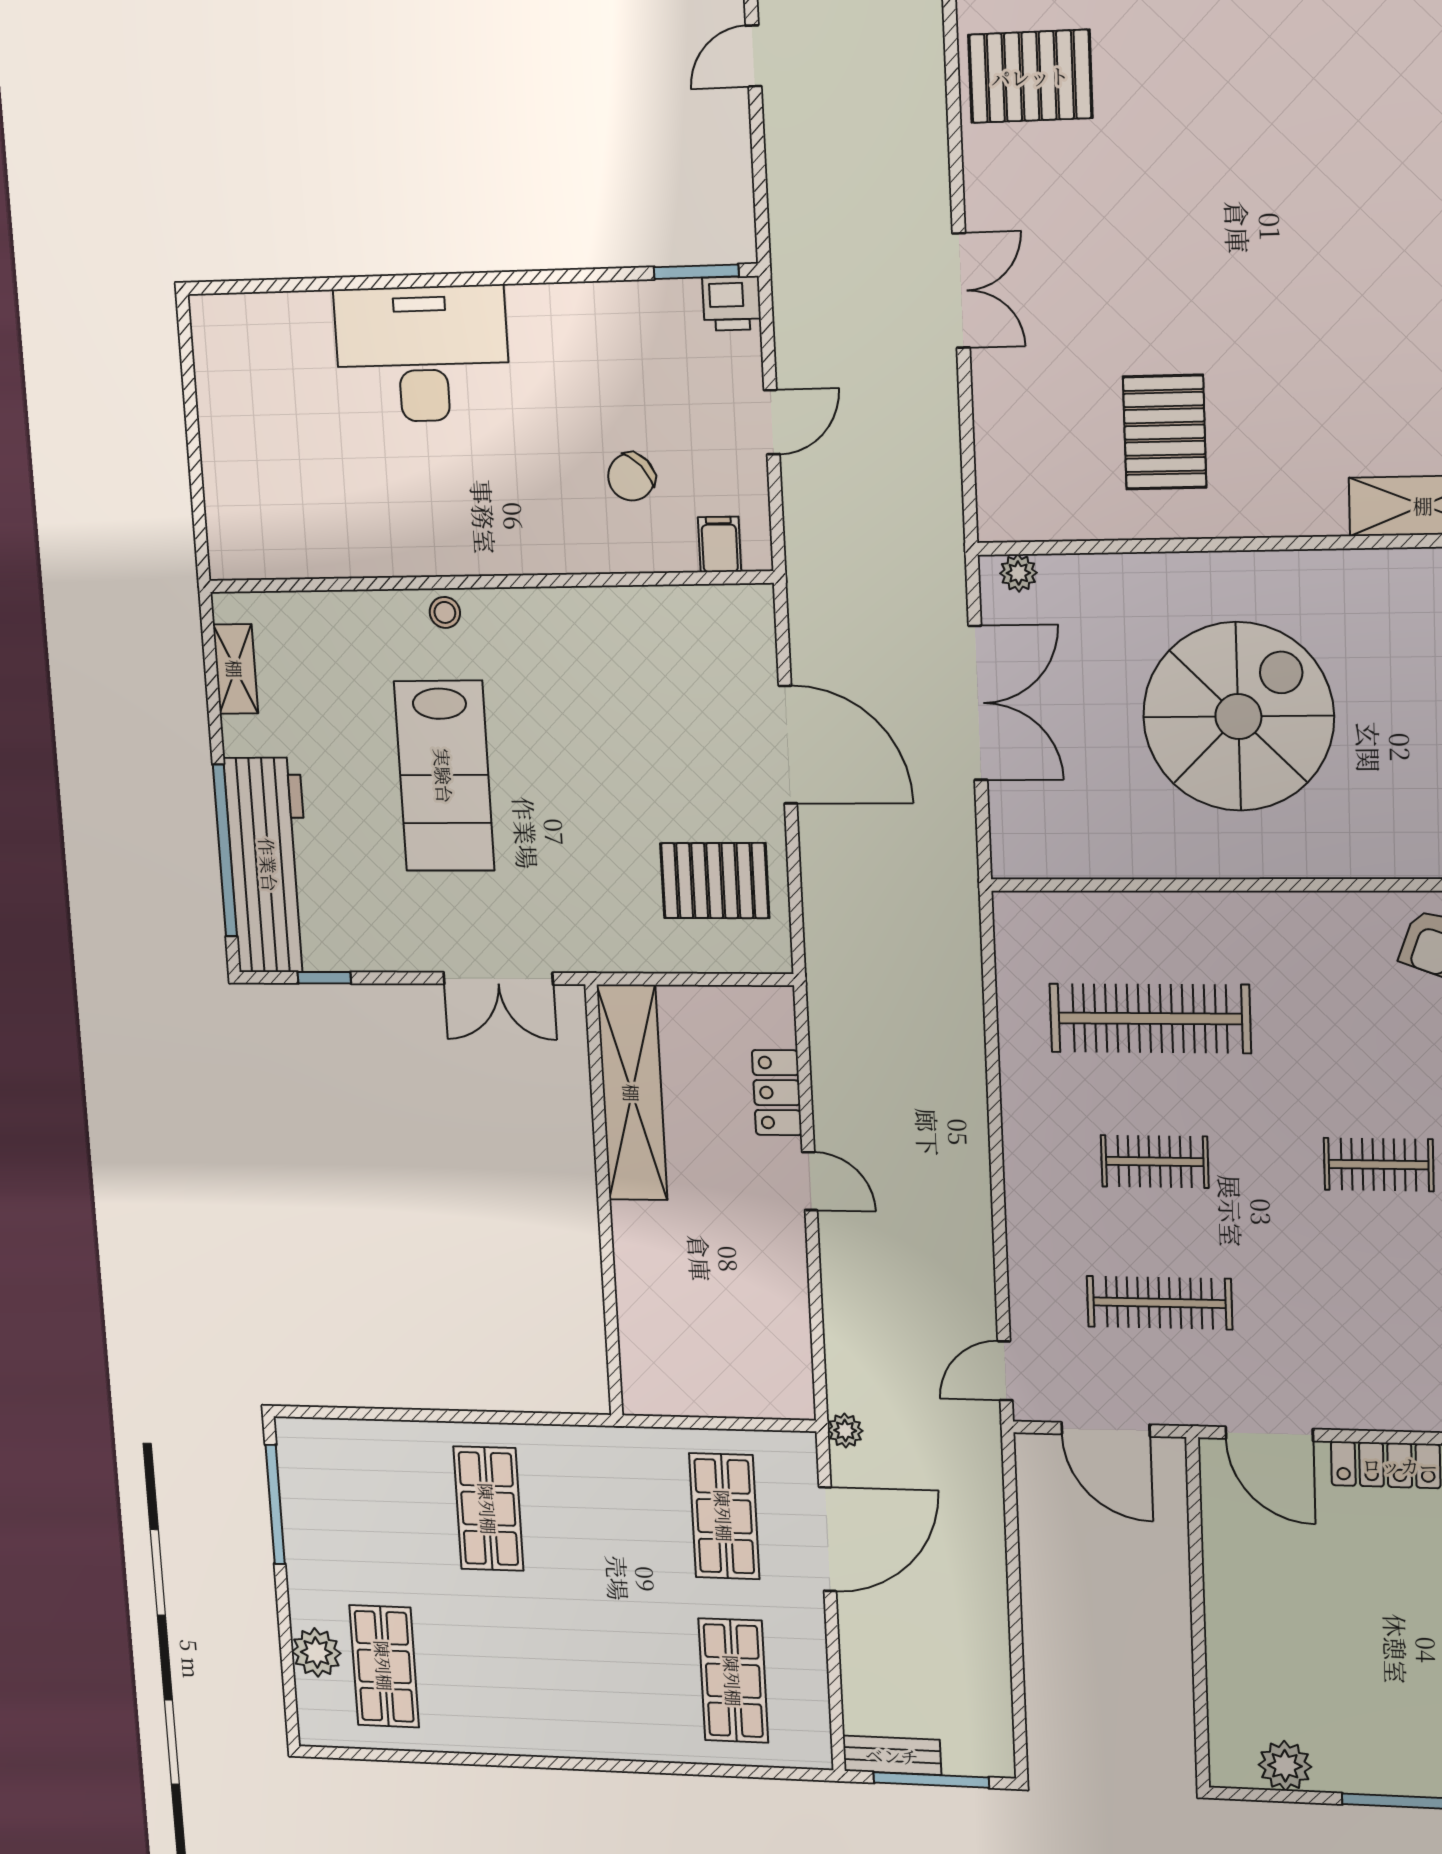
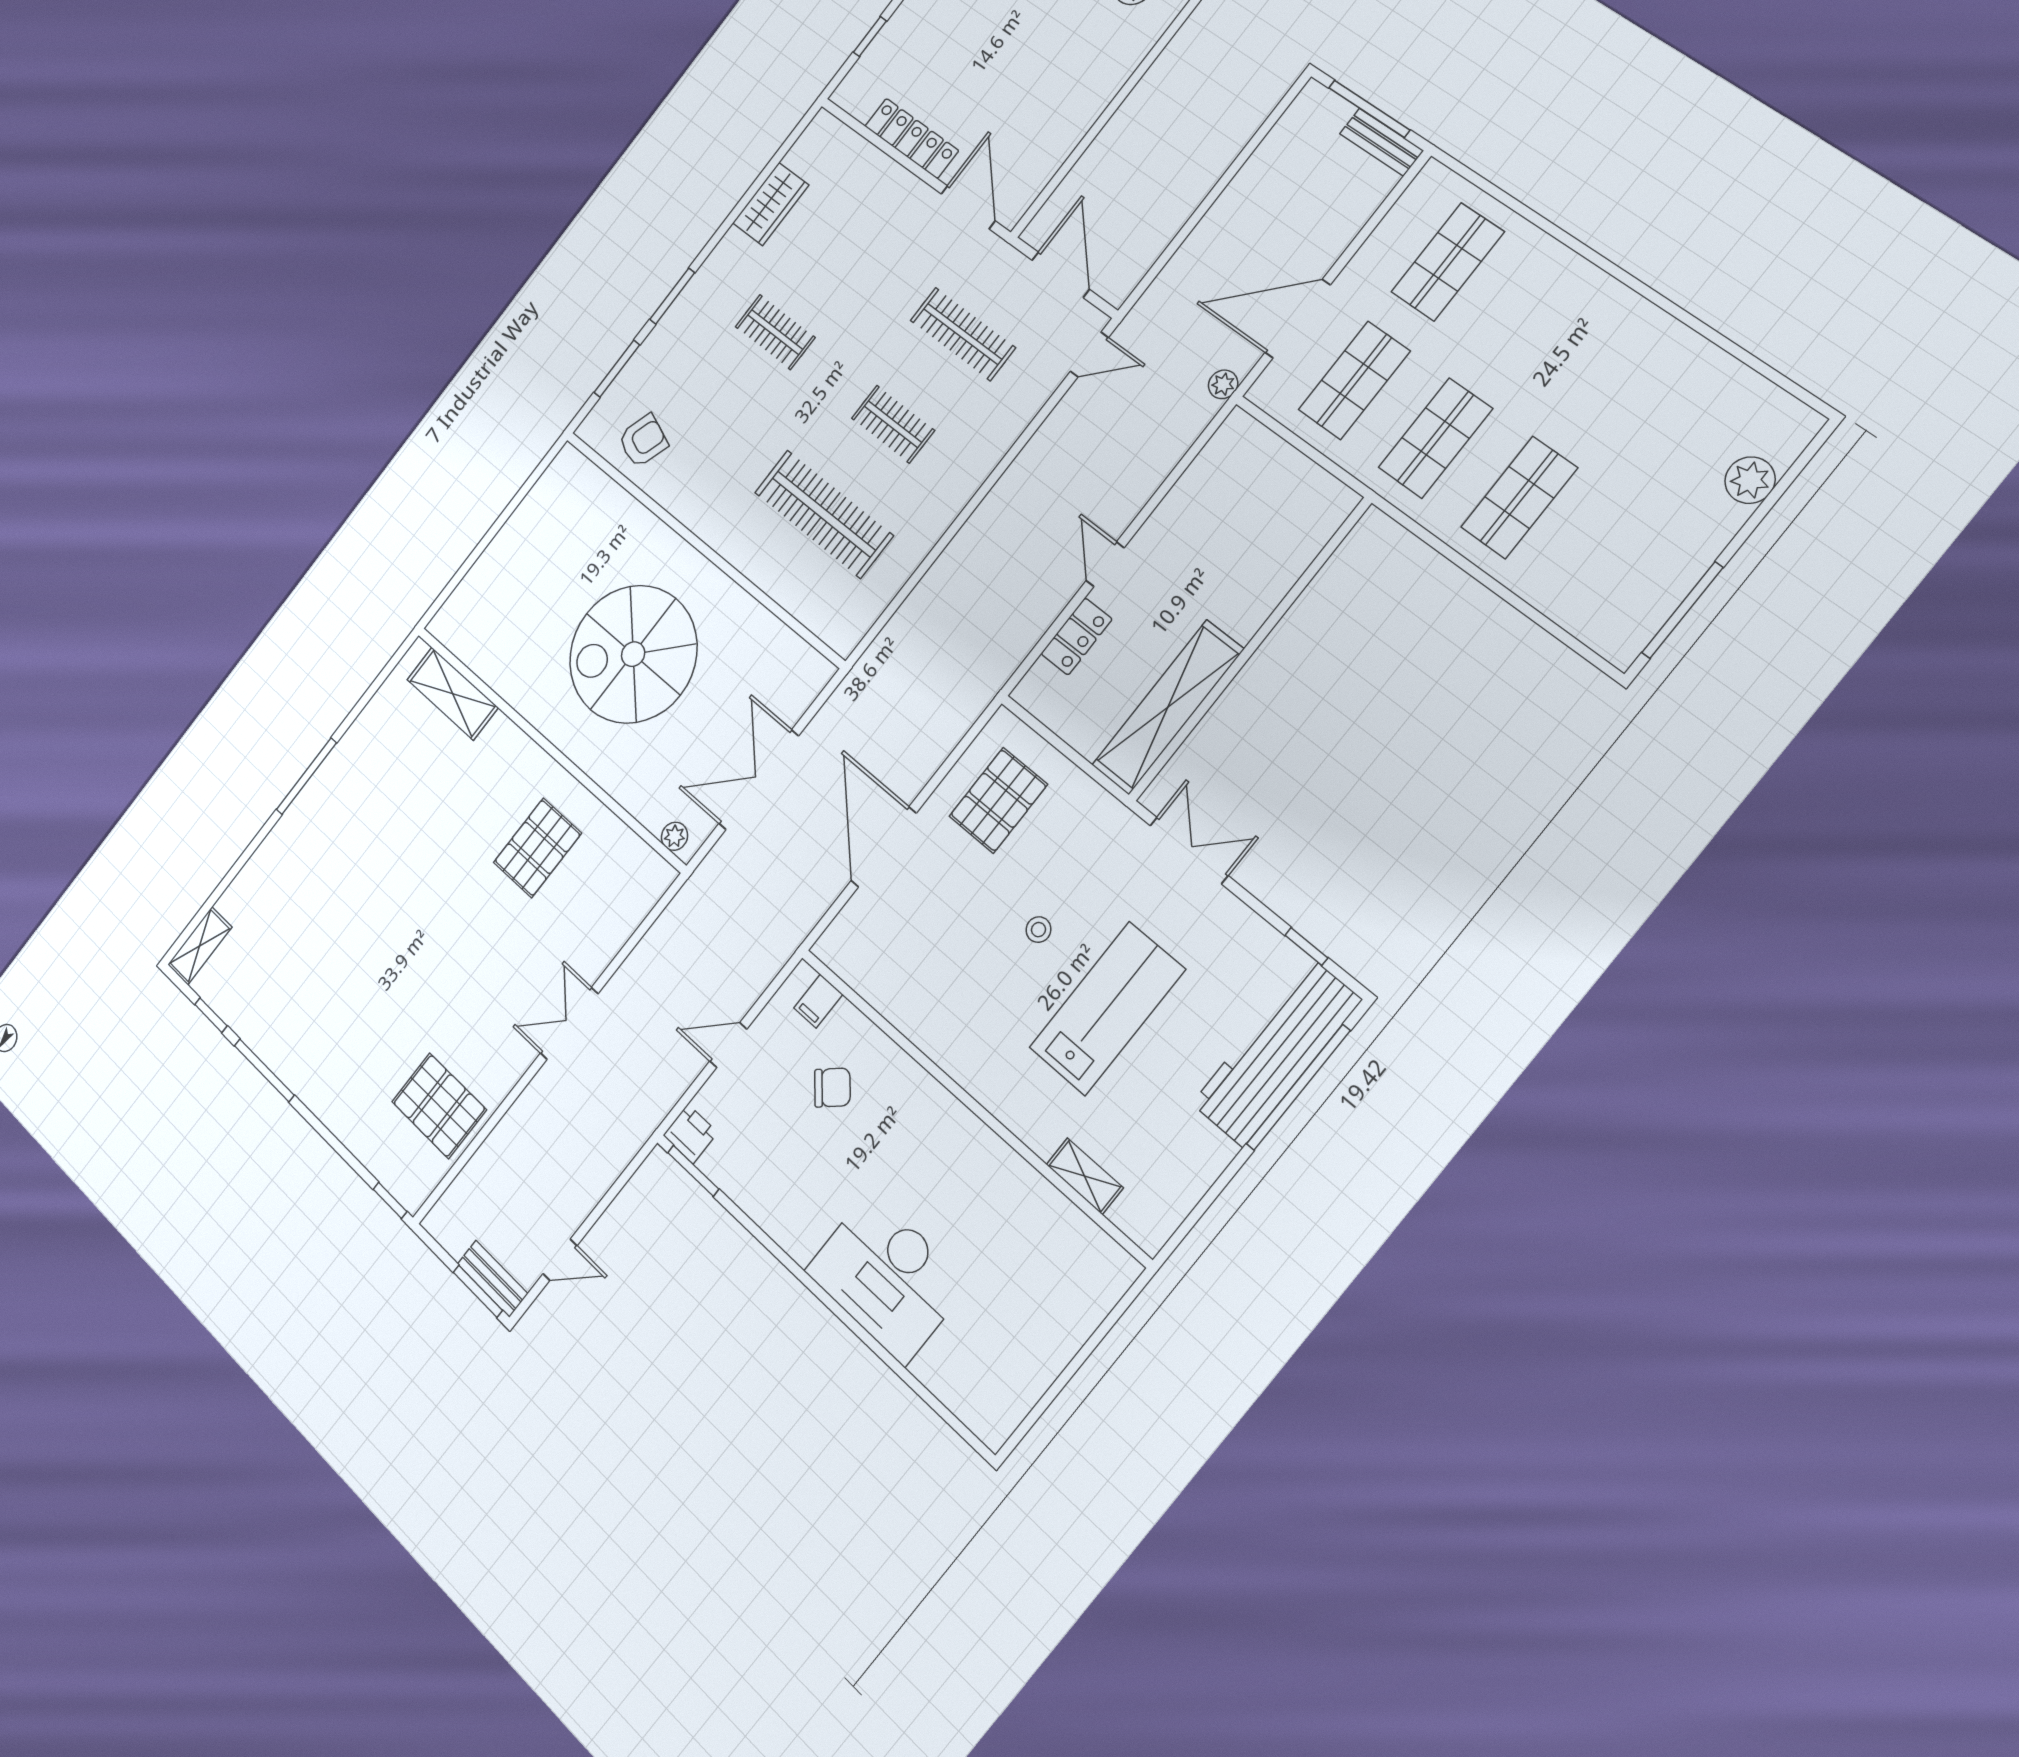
stool: (445, 612) -> (1038, 930), moved
shelving: (235, 669) -> (1085, 1176), moved, turned 90
pallet: (715, 881) -> (998, 800), turned 90
shop shelf: (384, 1666) -> (1435, 438), moved

